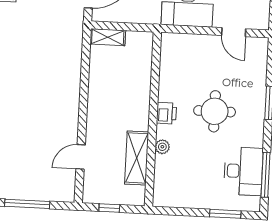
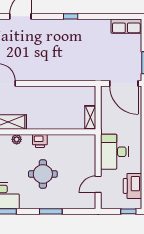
shelving: (108, 37) -> (90, 117), moved

